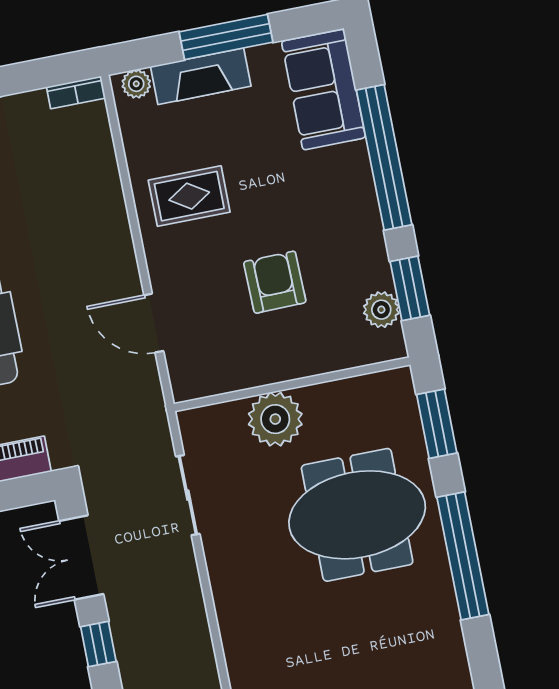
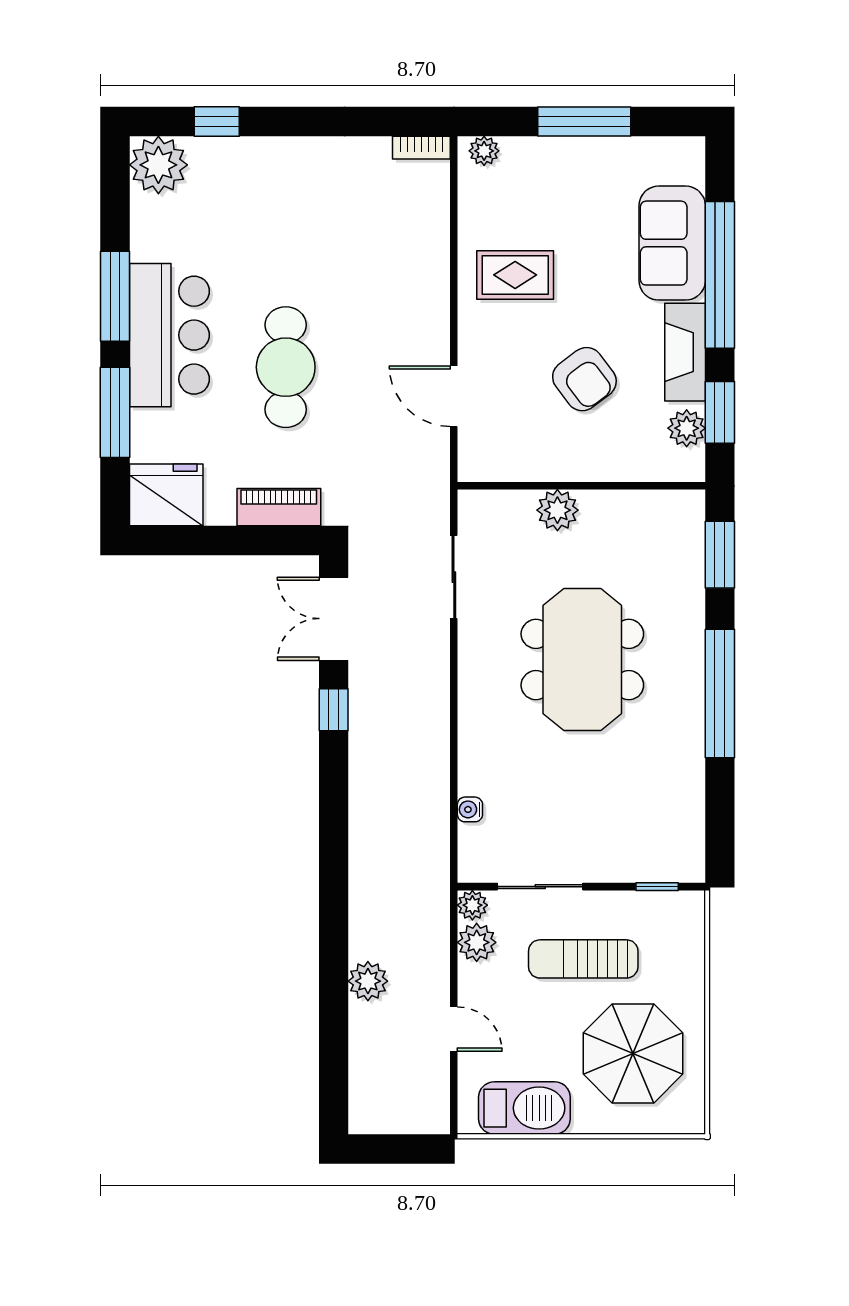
fireplace: (201, 76) -> (685, 352), moved, turned 90
sofa: (323, 90) -> (672, 243), moved
armchair: (275, 282) -> (584, 379), turned 144
plant: (275, 419) -> (557, 510), width x0.73, depth x0.73
meeting table: (357, 515) -> (582, 660), moved, turned 90

